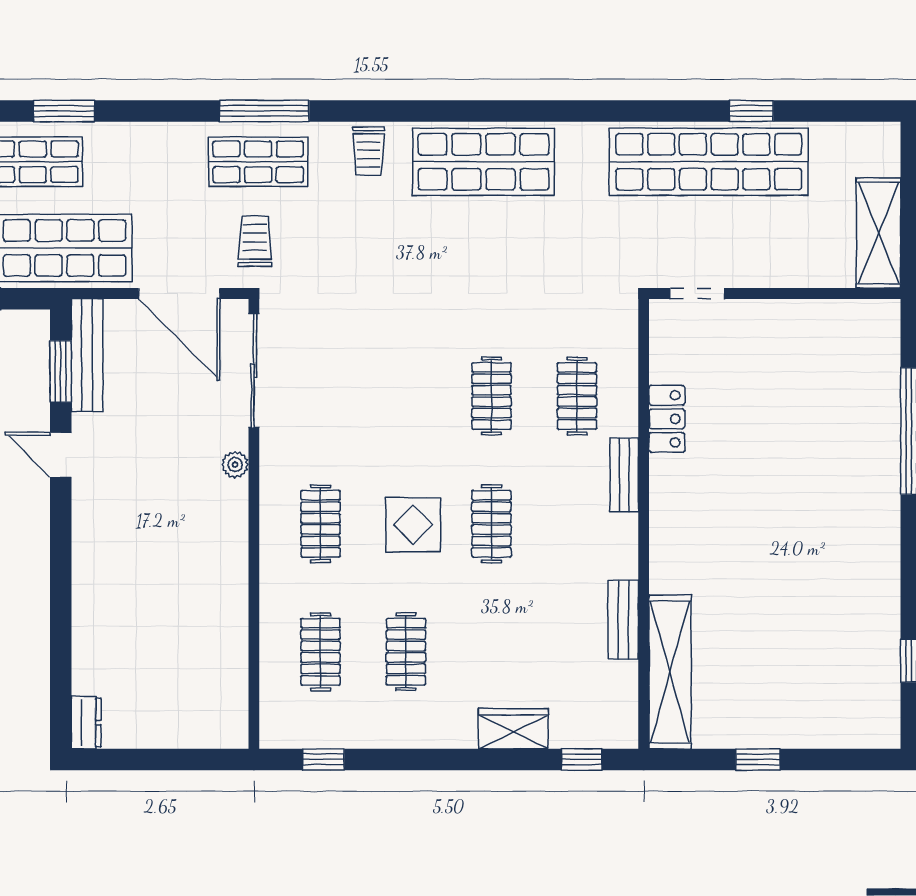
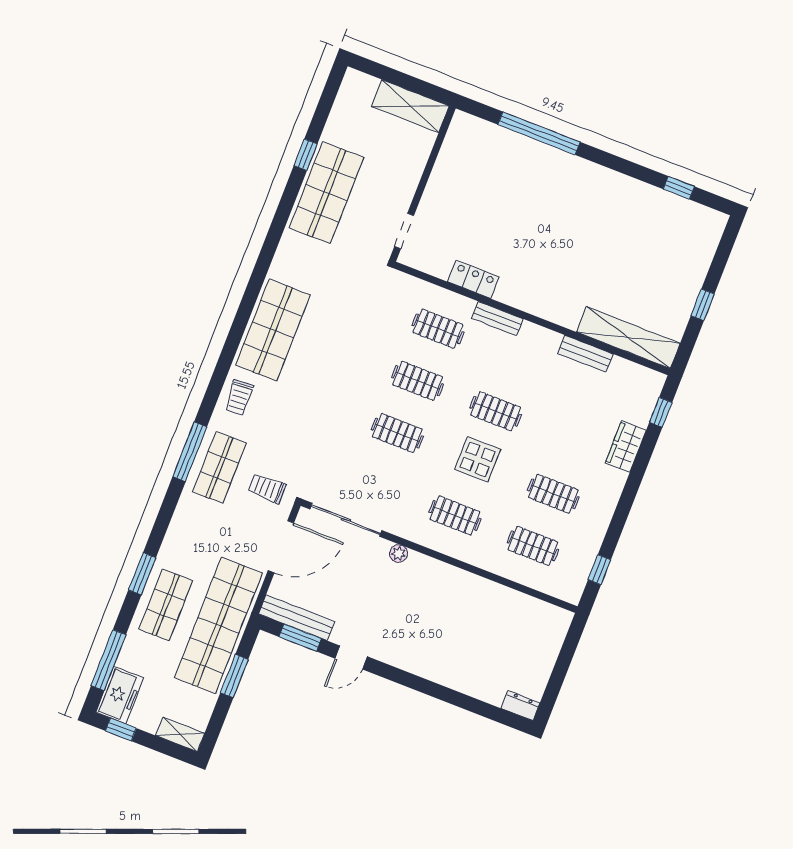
trolley: (369, 151) -> (239, 398), turned 86
shop shelf: (709, 162) -> (327, 193), width x0.71
clothes rail: (406, 396) -> (397, 433), added

